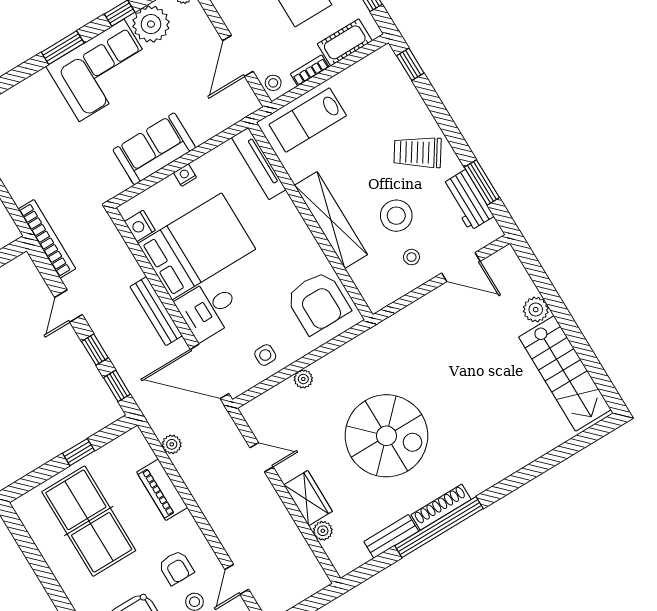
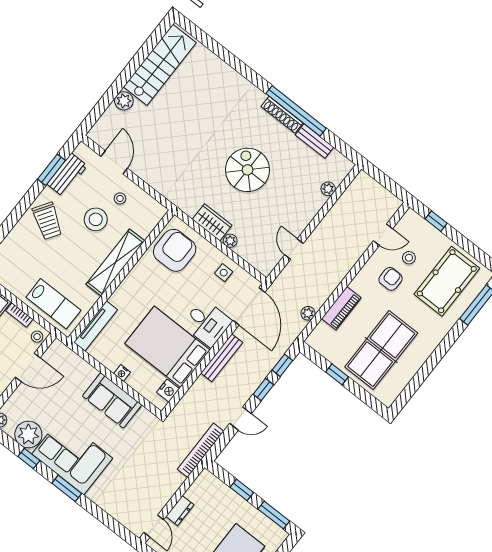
spiral stairs: (386, 436) -> (248, 170), width x0.73, depth x0.73
wardrobe: (308, 498) -> (212, 222), moved, turned 90

